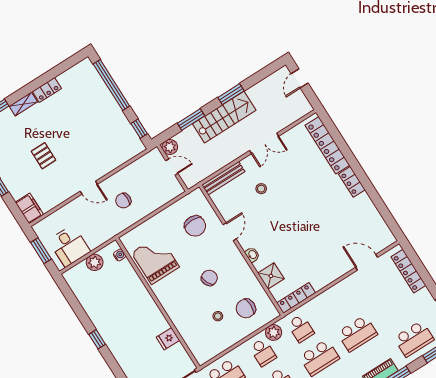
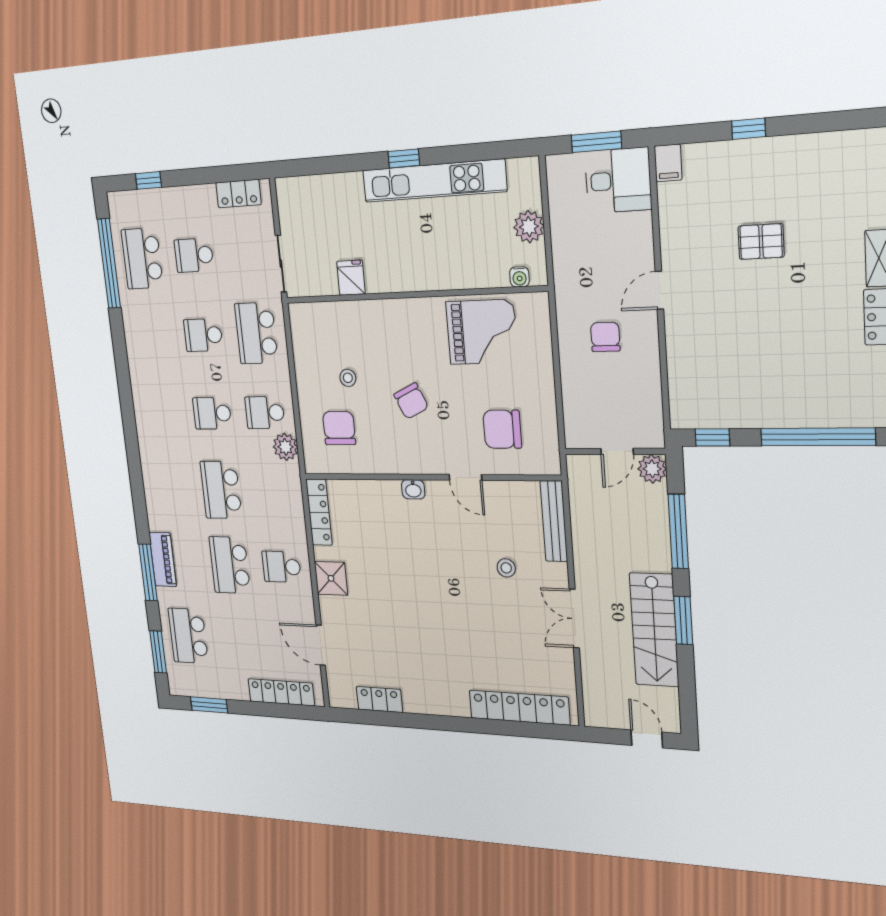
stairs: (224, 117) -> (654, 630), moved
window: (191, 120) -> (678, 531), width x1.44
locker: (352, 182) -> (379, 699), moved
filing cabinet: (29, 208) -> (668, 163), width x0.50
desk: (69, 246) -> (618, 180), moved, turned 180
door: (367, 262) -> (321, 645), swing flipped
shower: (271, 276) -> (331, 578), moved
kitchen unit: (99, 319) -> (434, 181), added
school desk: (301, 328) -> (282, 567), moved

